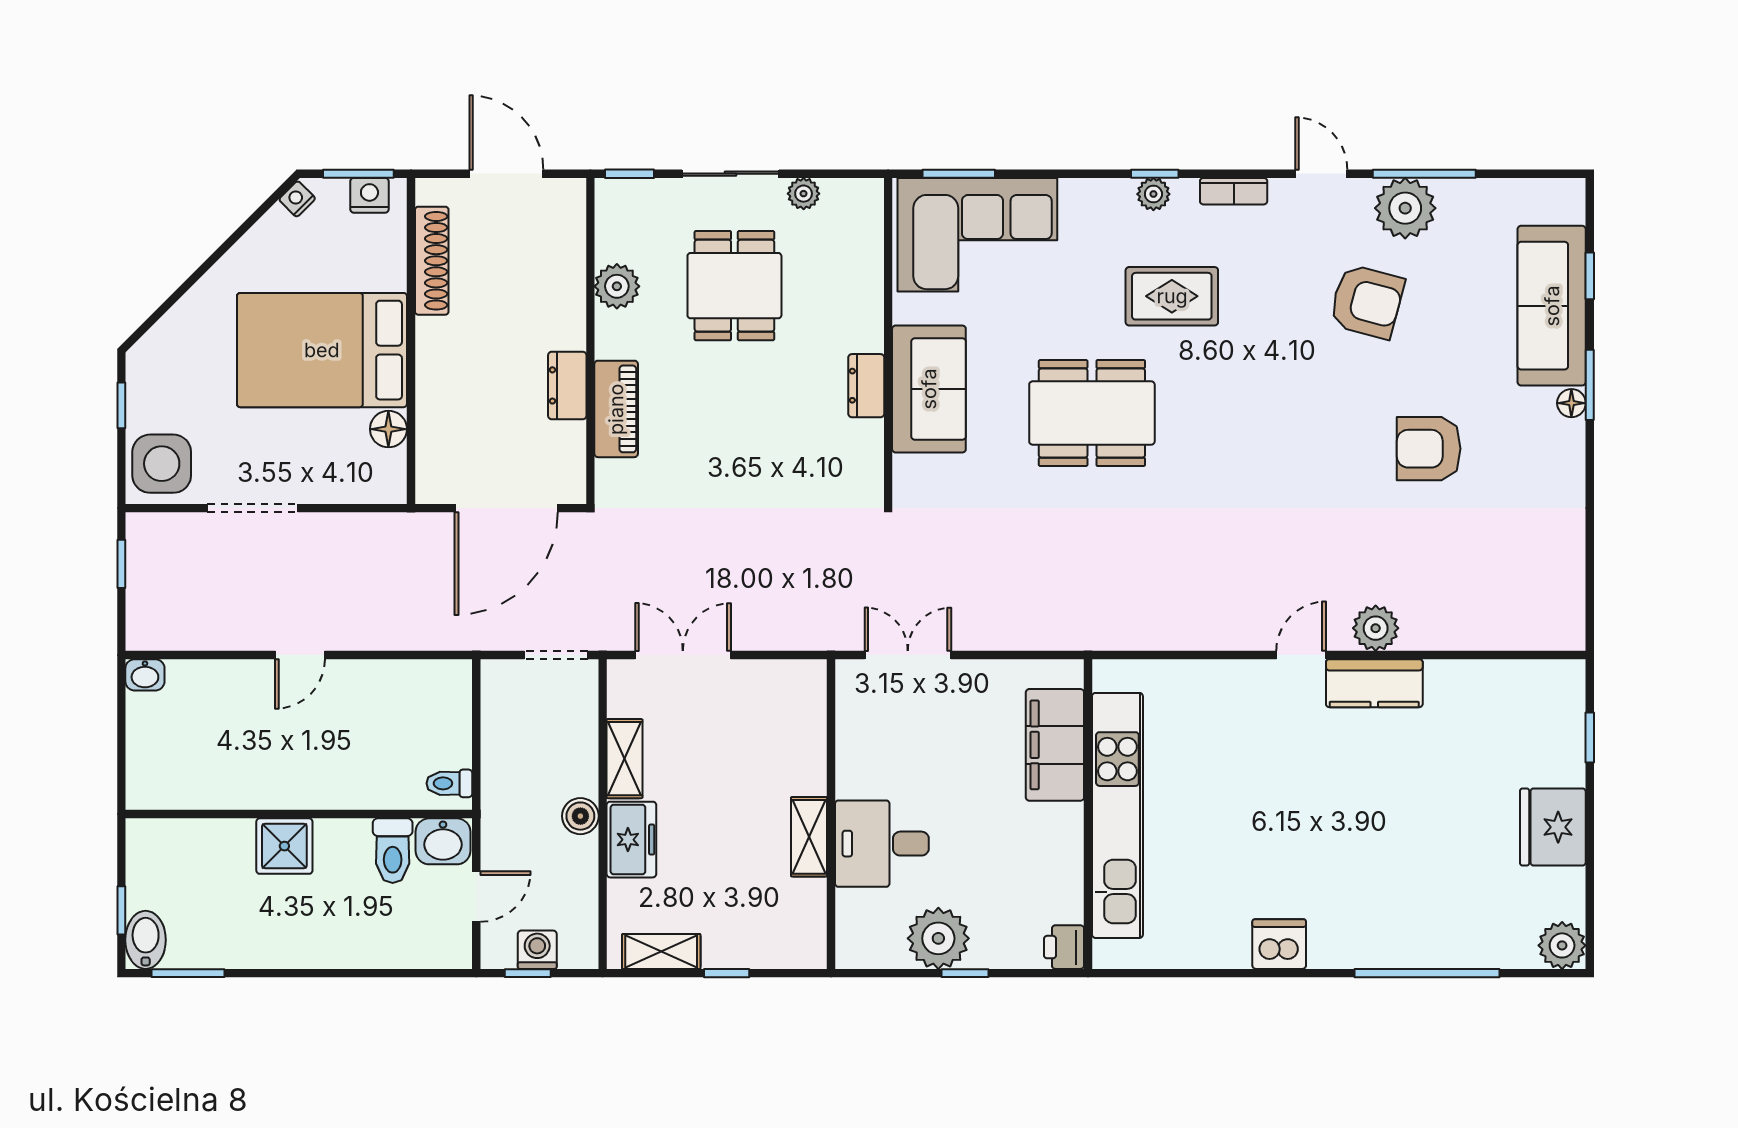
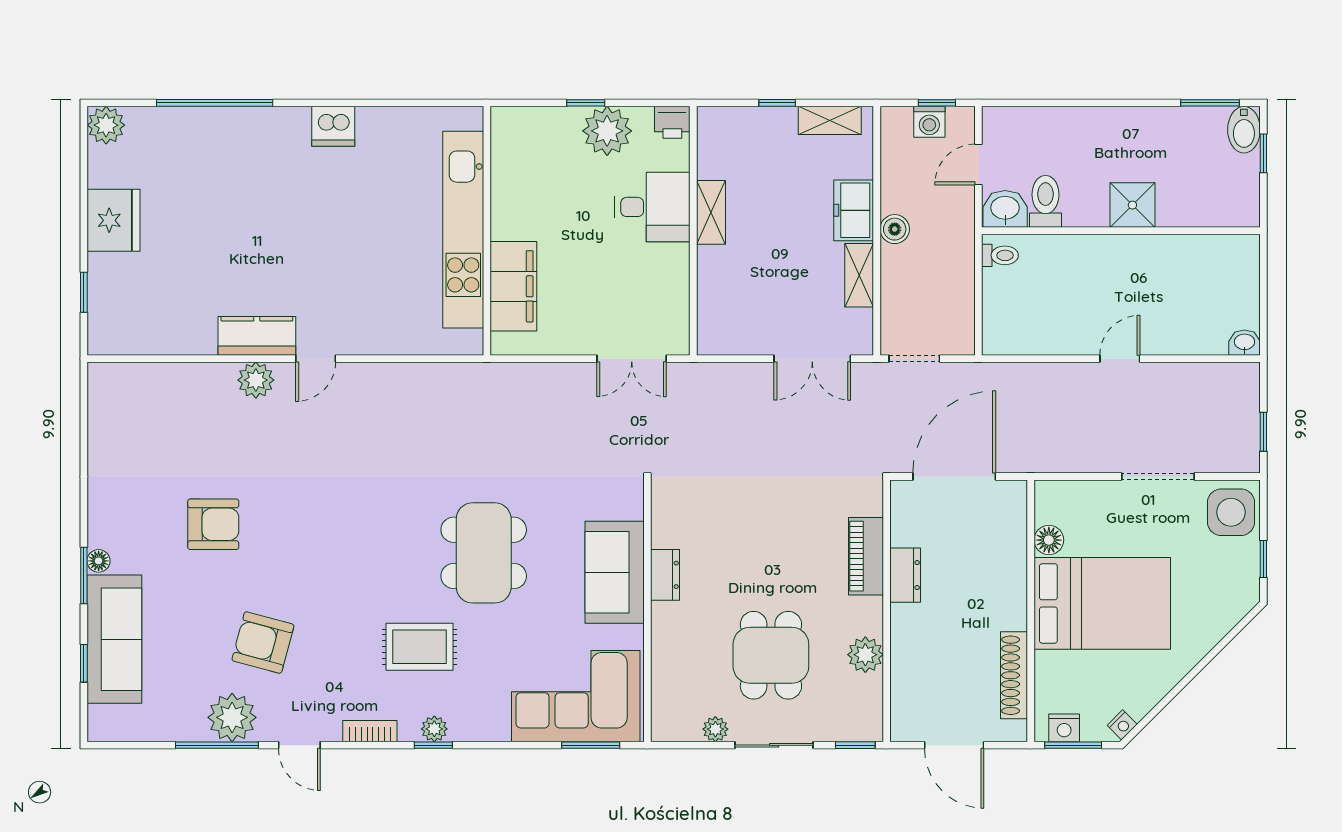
dining table: (1092, 413) -> (484, 553), turned 90
printer: (1064, 947) -> (672, 122), moved, turned 90

